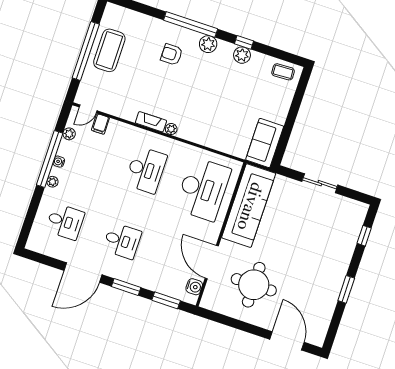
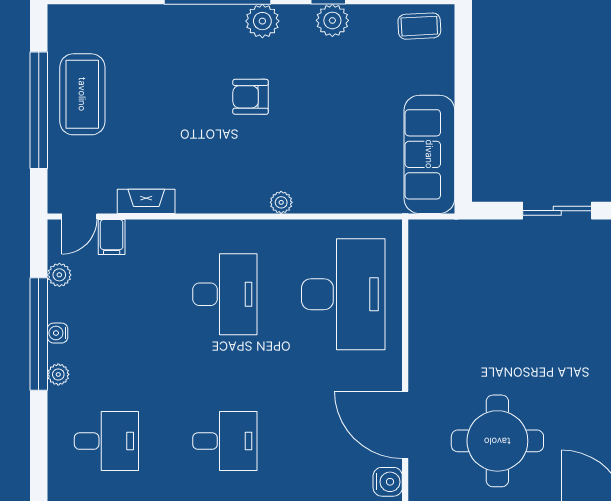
armchair: (172, 54) -> (251, 97), moved
fireplace: (151, 122) -> (146, 201), moved
plant: (171, 129) -> (281, 202), moved
sofa: (265, 143) -> (429, 154), width x1.36
sofa: (249, 206) -> (439, 296), removed

